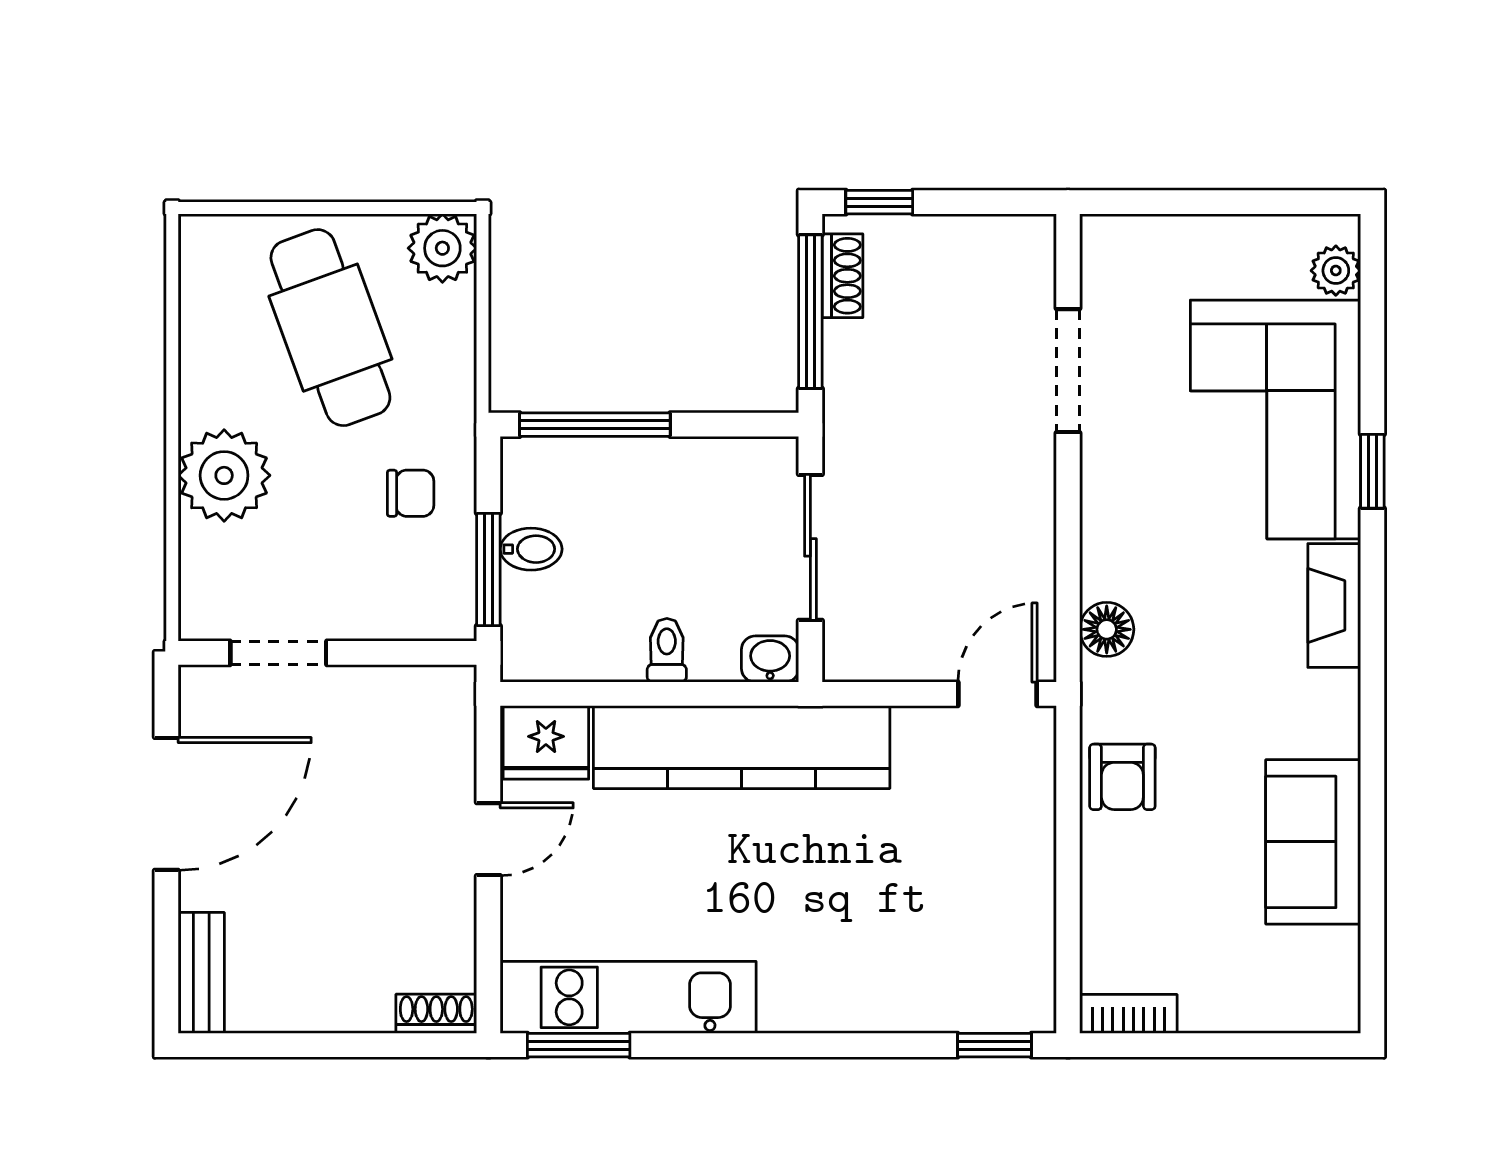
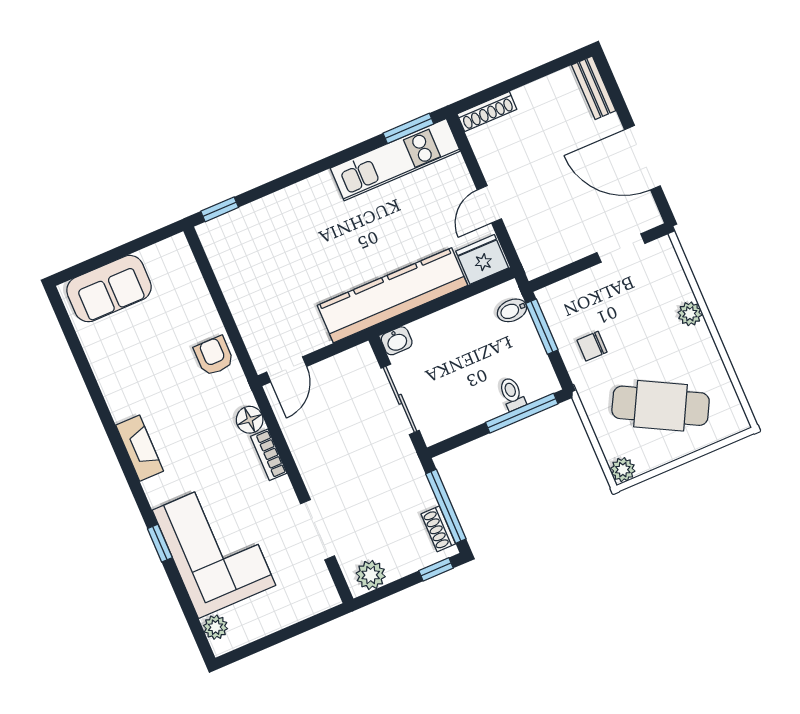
plant: (1005, 244) -> (371, 575), added
plant: (442, 248) -> (623, 470), width x0.73, depth x0.73
cafe table: (330, 328) -> (661, 406), turned -42
plant: (224, 475) -> (690, 314), width x0.53, depth x0.53
bidet: (531, 549) -> (512, 310), moved
fireplace: (1334, 605) -> (140, 448), moved
toilet: (667, 650) -> (512, 394), moved, turned 180
door: (166, 804) -> (642, 158), hinge flipped
sofa: (1313, 842) -> (109, 289), moved, turned 90
shoe rack: (436, 1014) -> (487, 112), width x1.43
bookcase: (1128, 1014) -> (269, 455), moved, turned 90

